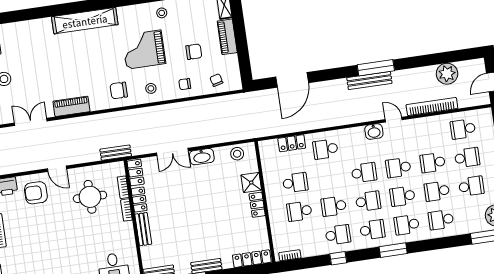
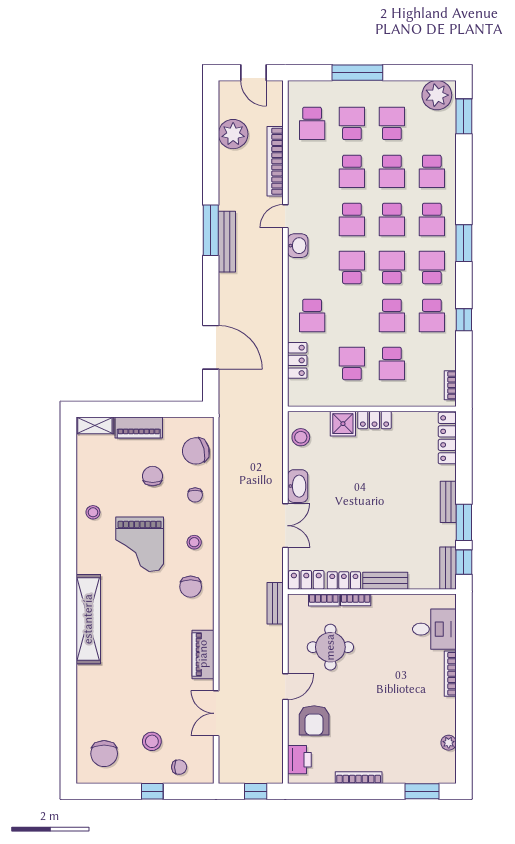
chair: (216, 80) -> (196, 451), width x1.87, depth x1.87
school desk: (338, 235) -> (432, 315), turned 180

